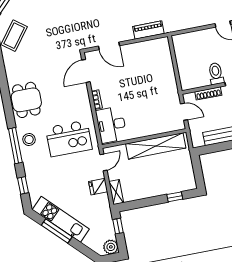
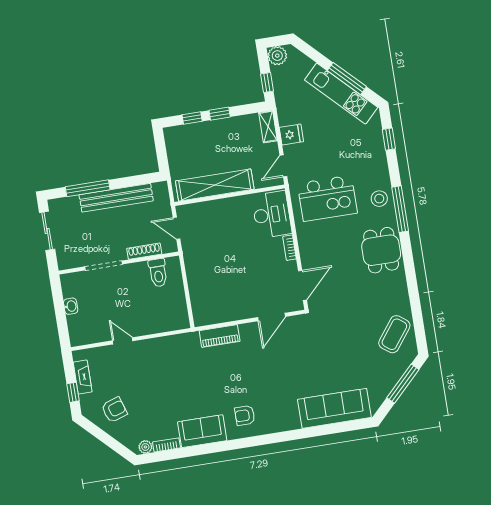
door: (109, 46) -> (271, 317), swing flipped
toilet: (216, 74) -> (158, 273), moved
kitchen island: (69, 139) -> (327, 198), turned 180
window: (15, 146) -> (400, 209), moved
window: (154, 201) -> (220, 114), added

